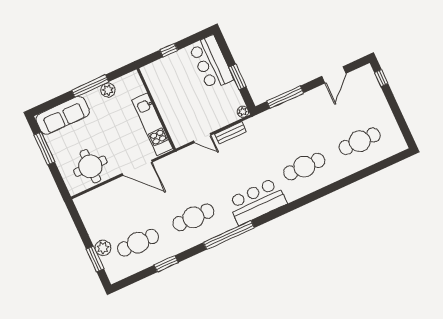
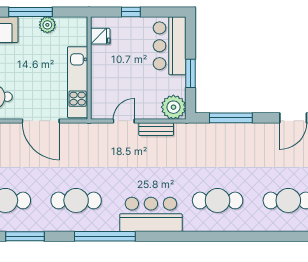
fridge: (153, 80) -> (100, 36), added
plant: (243, 112) -> (173, 107), width x1.88, depth x1.88
door: (202, 138) -> (124, 121), swing flipped
window: (166, 264) -> (25, 236), width x1.44

